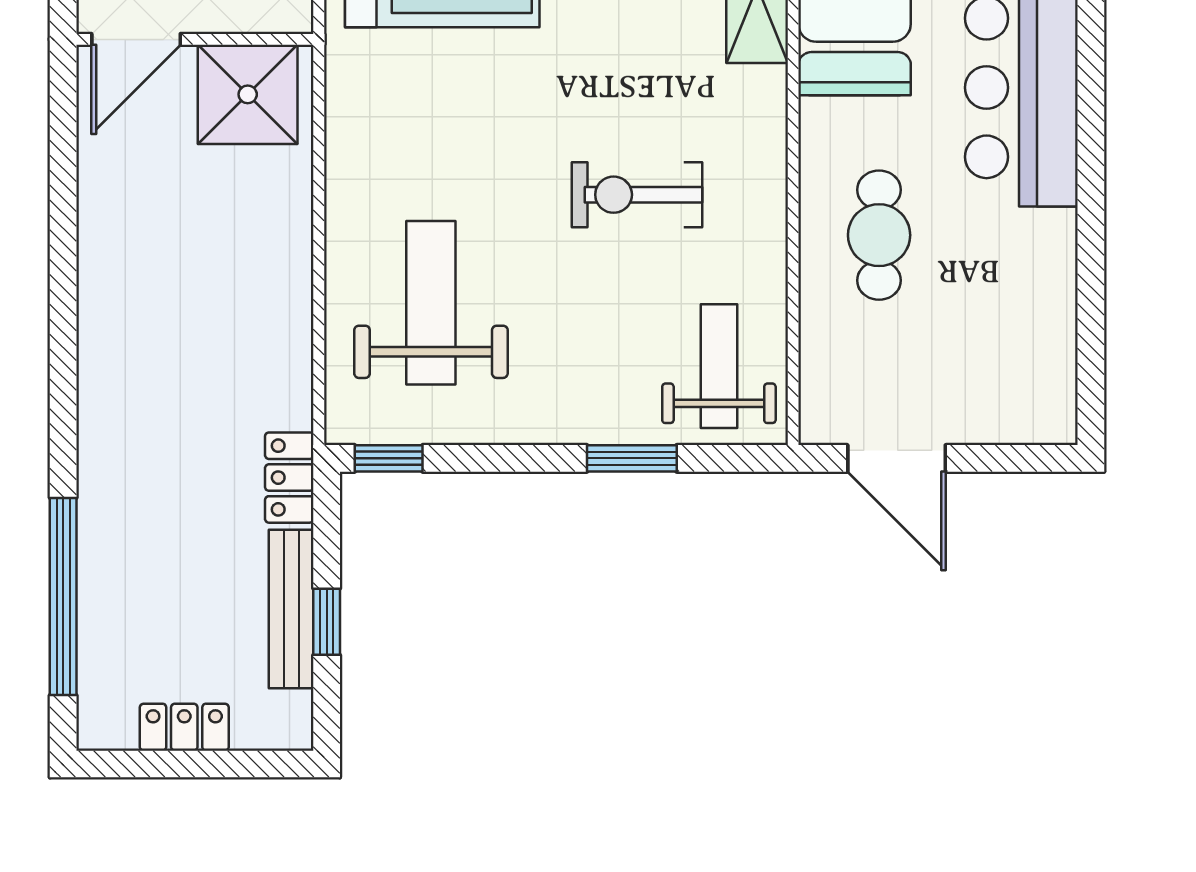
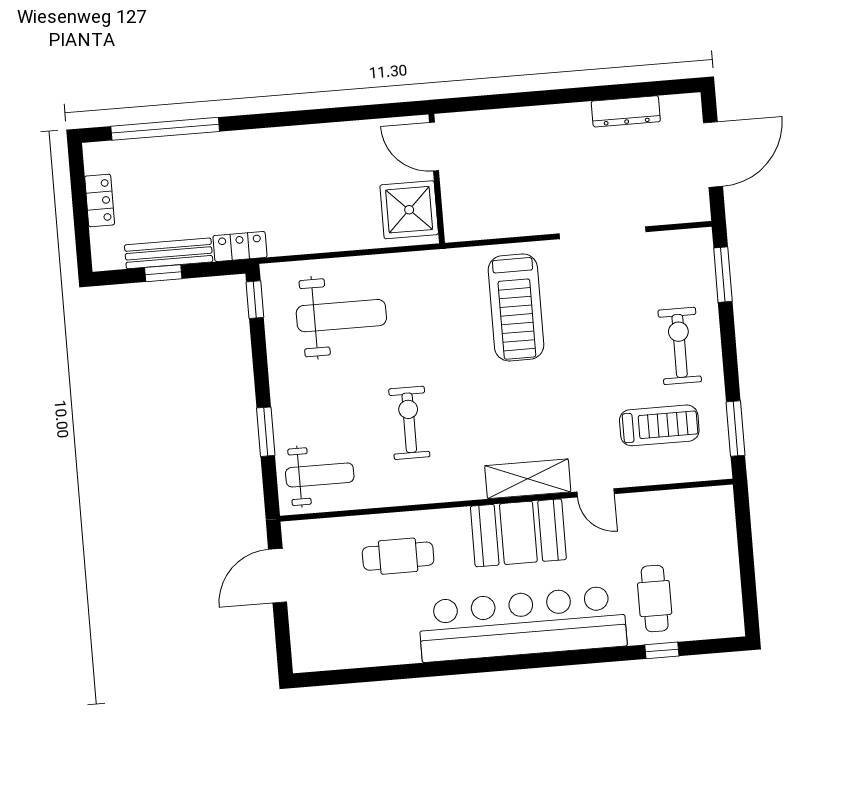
door: (136, 39) -> (434, 147), moved
wall: (195, 39) -> (437, 179), moved
shower: (248, 94) -> (409, 210), moved

